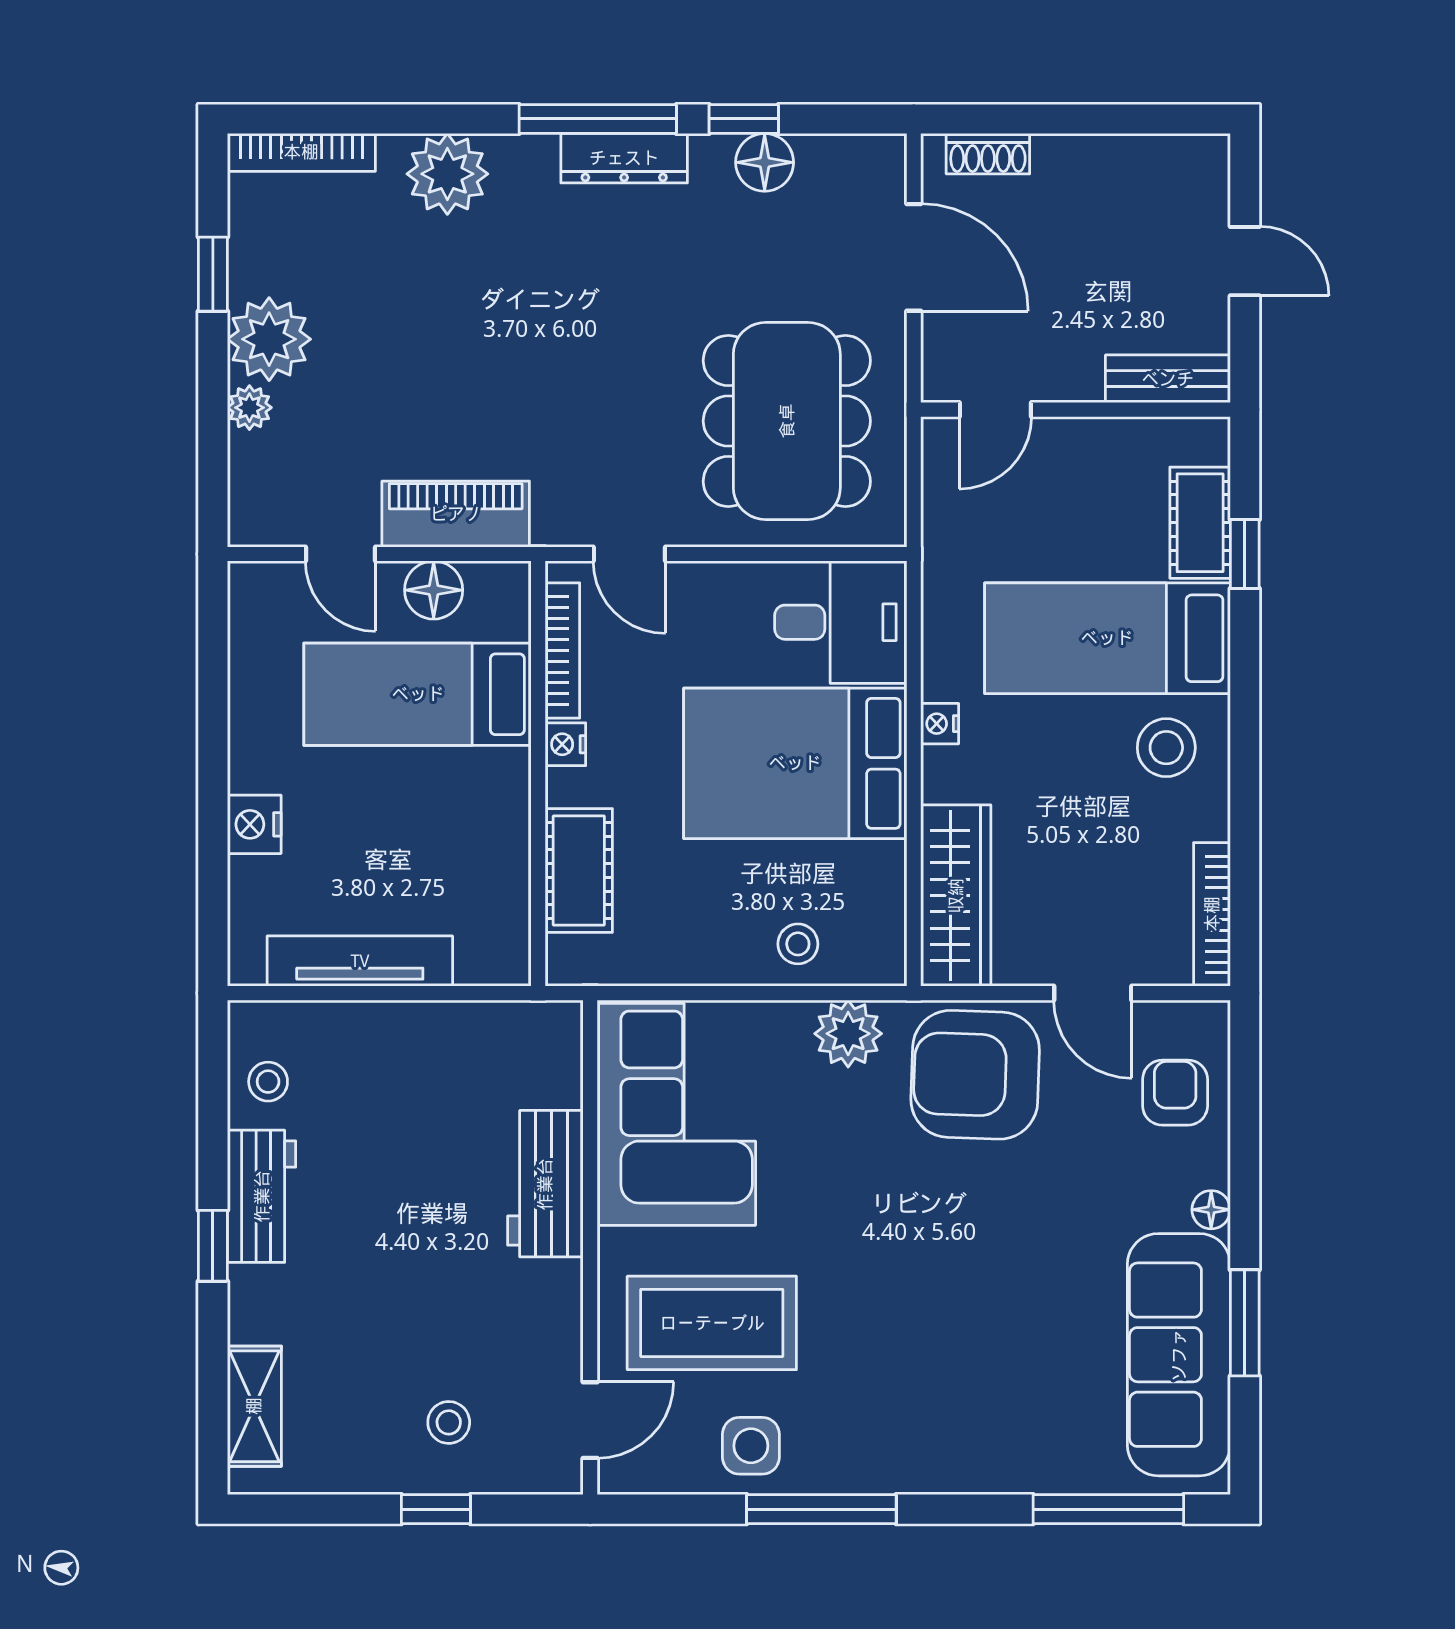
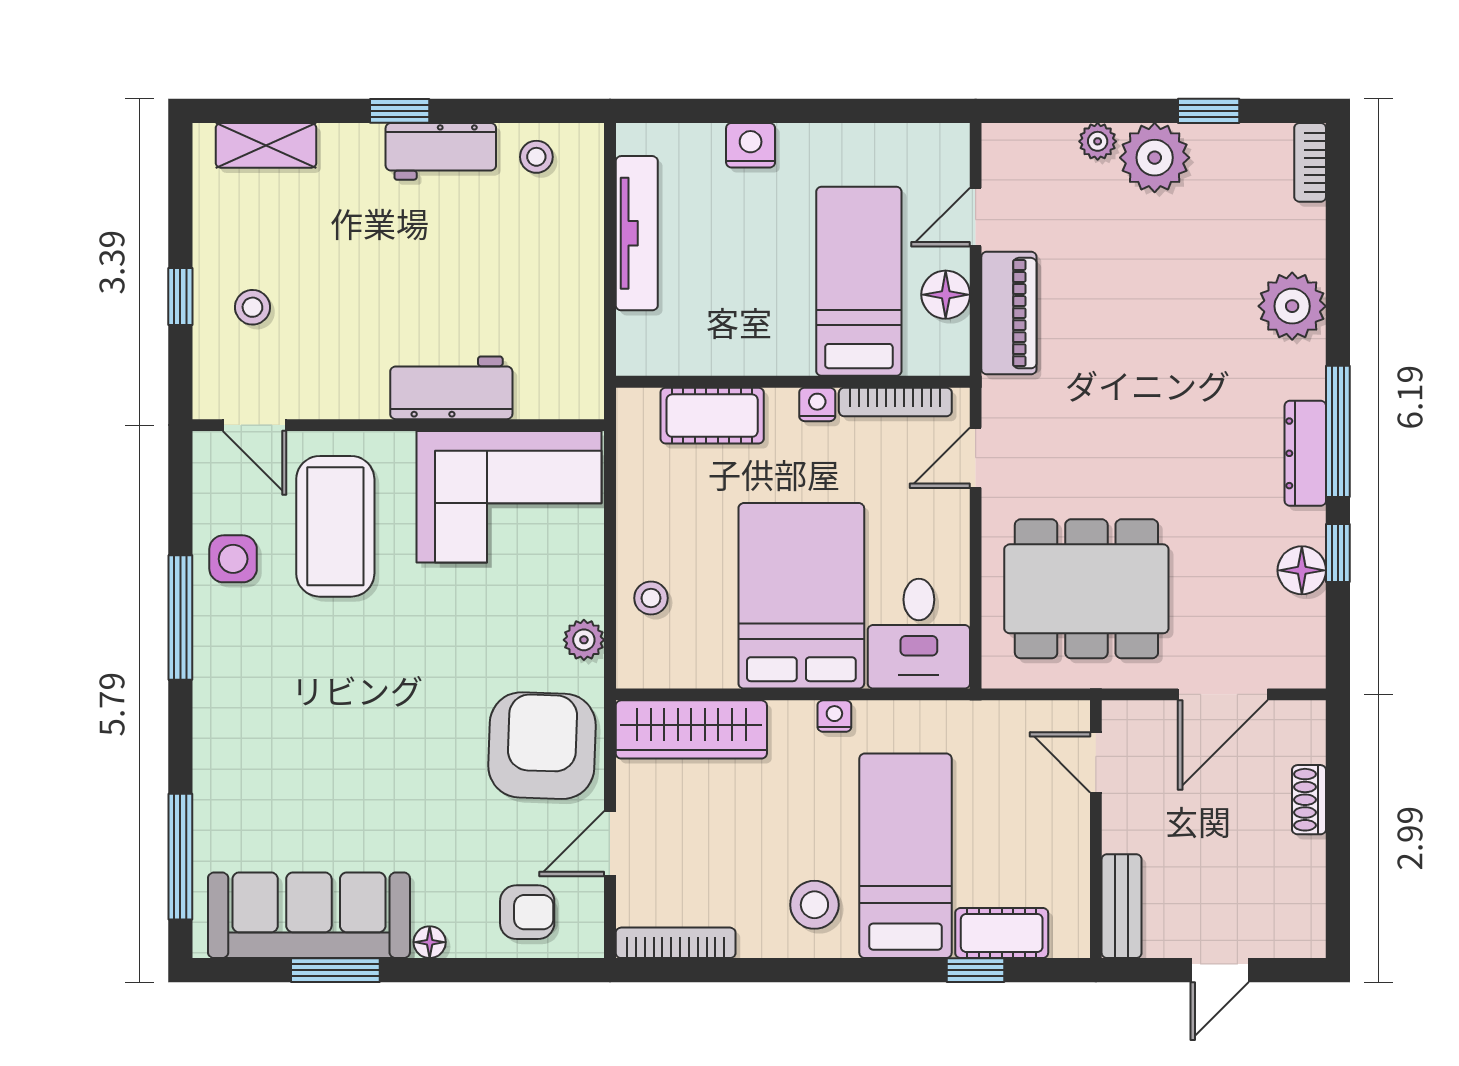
bookcase: (301, 152) -> (1310, 162), width x0.64
shoe rack: (988, 154) -> (1309, 800), moved
plant: (848, 1034) -> (584, 640), width x0.73, depth x0.73

